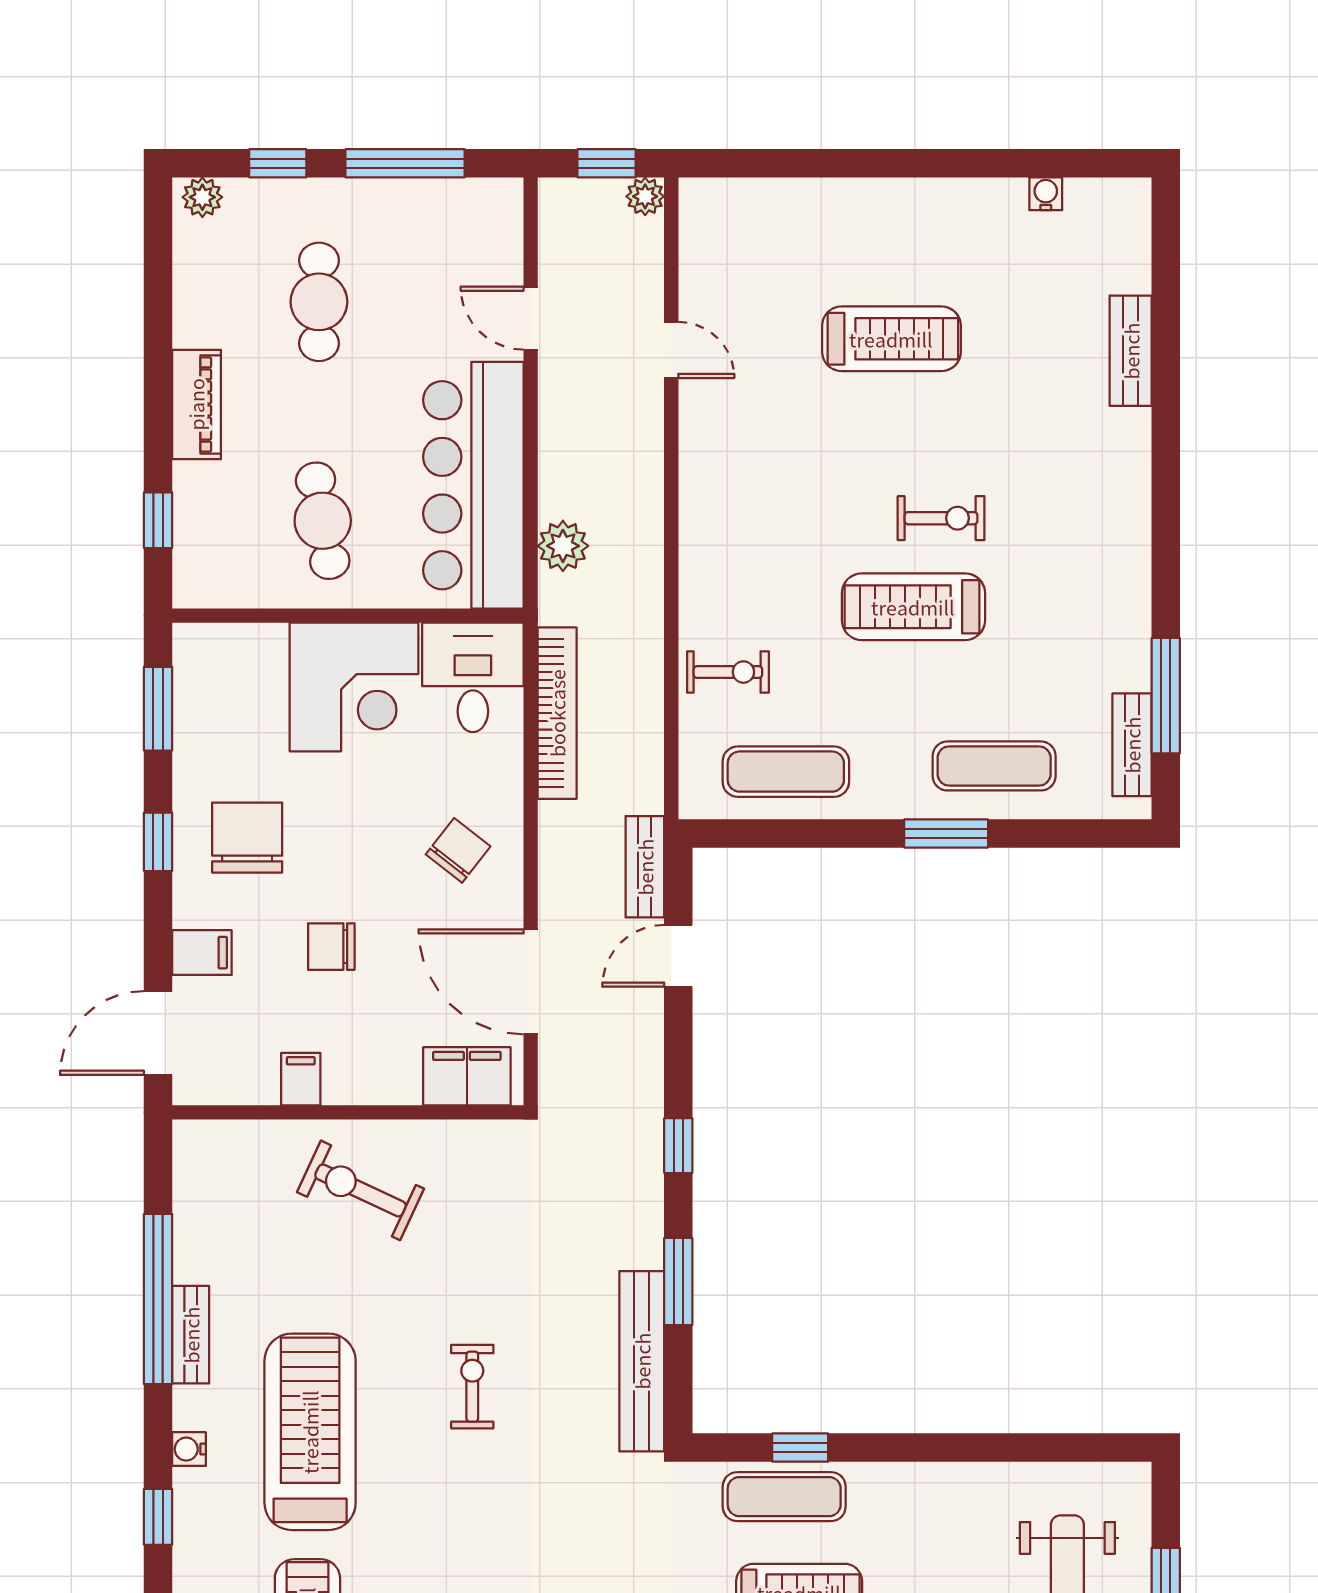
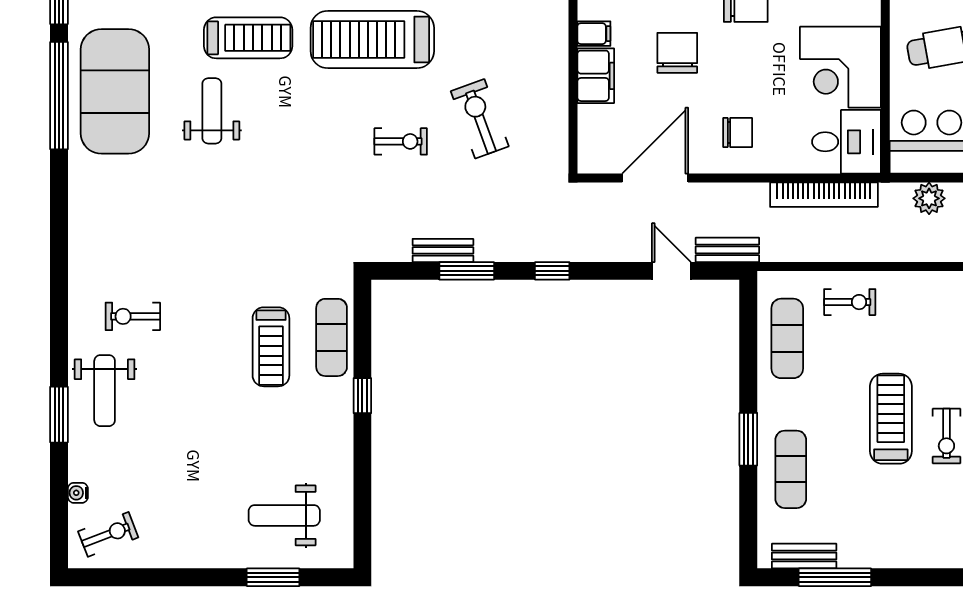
exercise bike: (728, 672) -> (850, 302), turned -90
chair: (458, 850) -> (738, 132), turned -38
chair: (331, 947) -> (677, 53), width x1.37, depth x1.37
filing cabinet: (467, 1076) -> (596, 76), moved
exercise bike: (360, 1190) -> (480, 119), moved, turned -45
bench: (642, 1361) -> (443, 250), width x0.54, depth x0.82
treadmill: (310, 1432) -> (372, 39), turned 180
window: (800, 1448) -> (362, 396), moved

